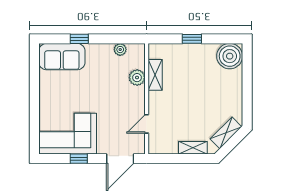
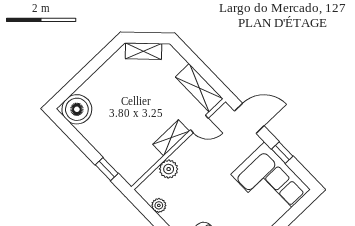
window: (192, 39) -> (107, 169), moved
shelving: (155, 75) -> (171, 138), moved
shelving: (193, 148) -> (199, 88), moved, width x1.50, depth x1.33

